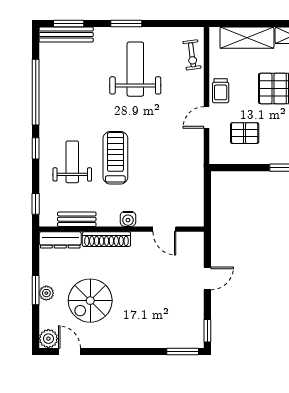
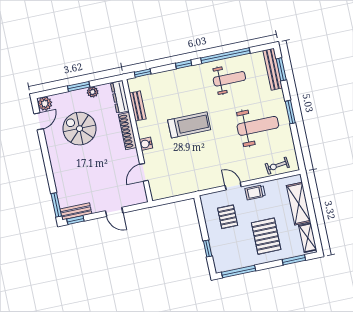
weight bench: (72, 162) -> (229, 79), moved
plant: (46, 293) -> (93, 92), moved
bench: (196, 328) -> (76, 211), added

